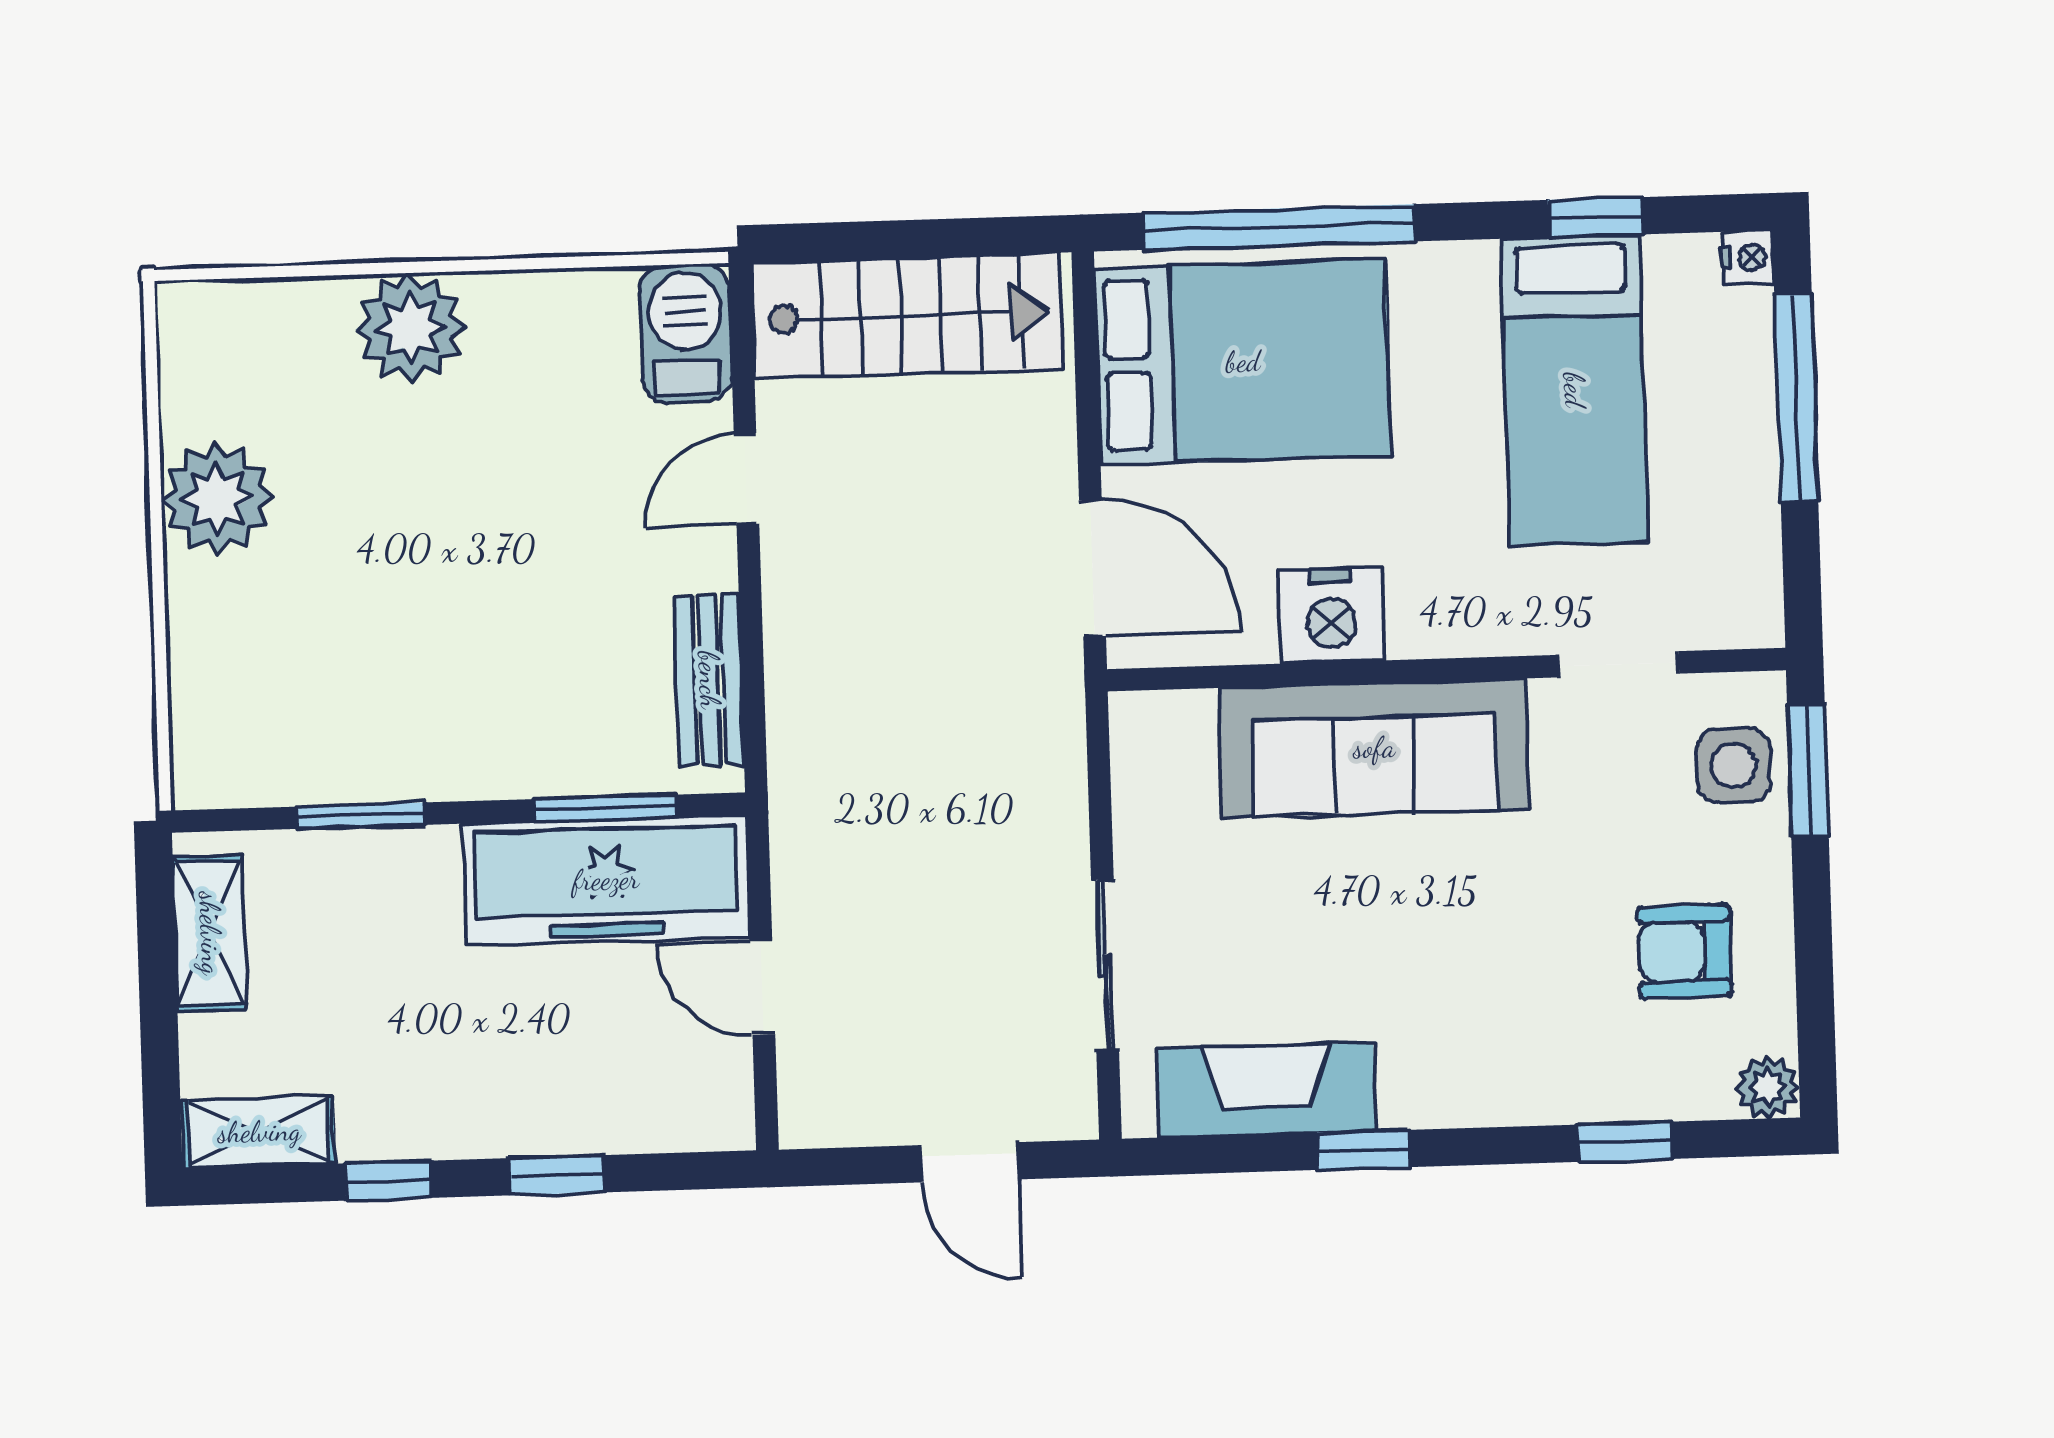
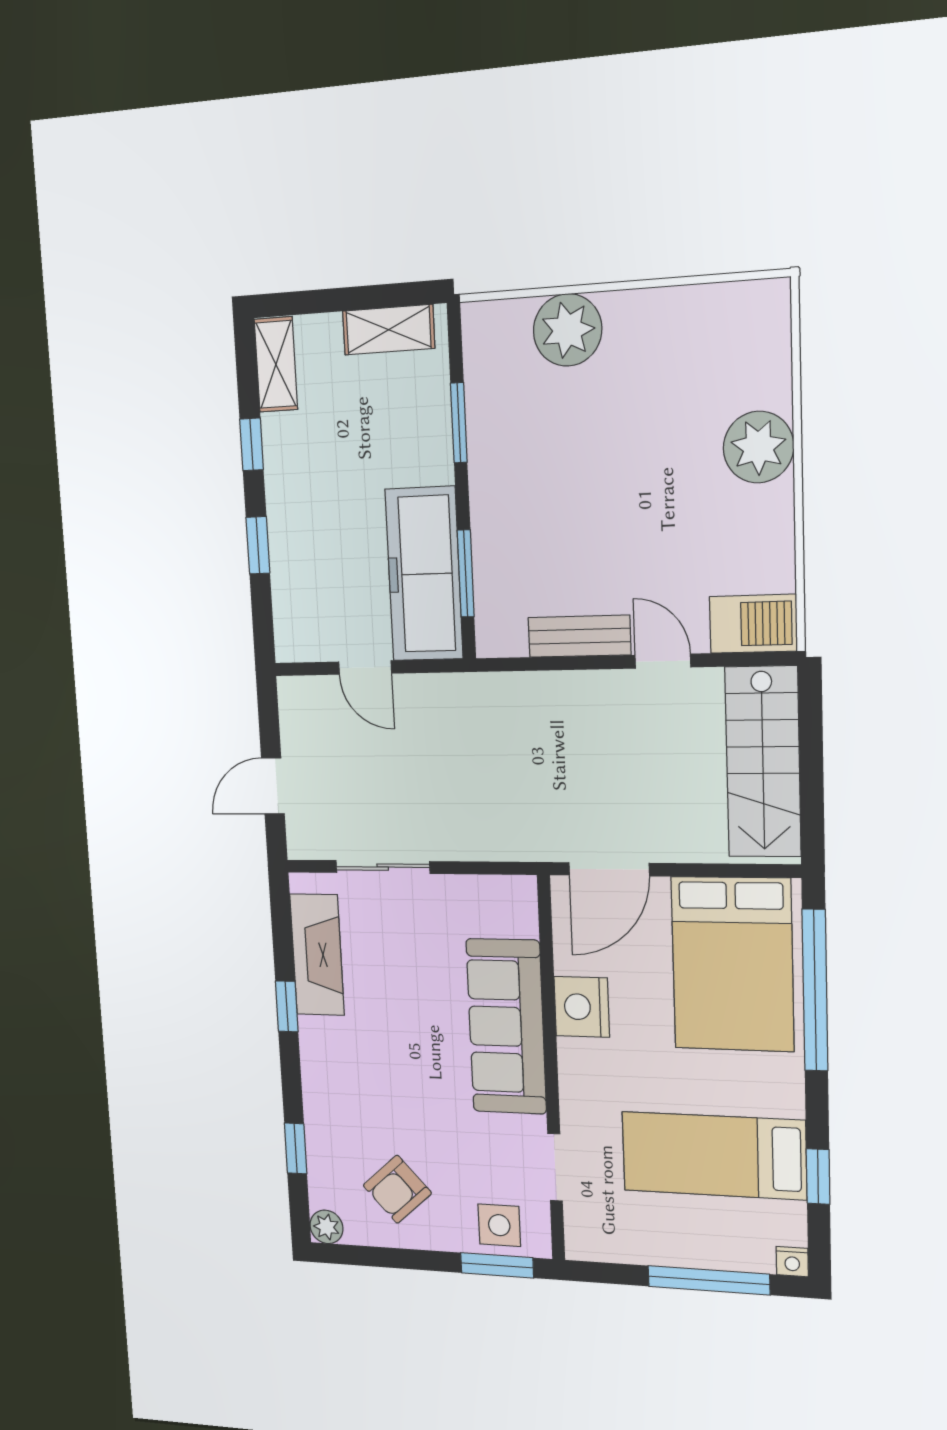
plant: (217, 498) -> (568, 330), moved
bench: (709, 680) -> (579, 636), moved
armchair: (1685, 951) -> (397, 1189), turned -132
door: (762, 988) -> (365, 668), swing flipped

